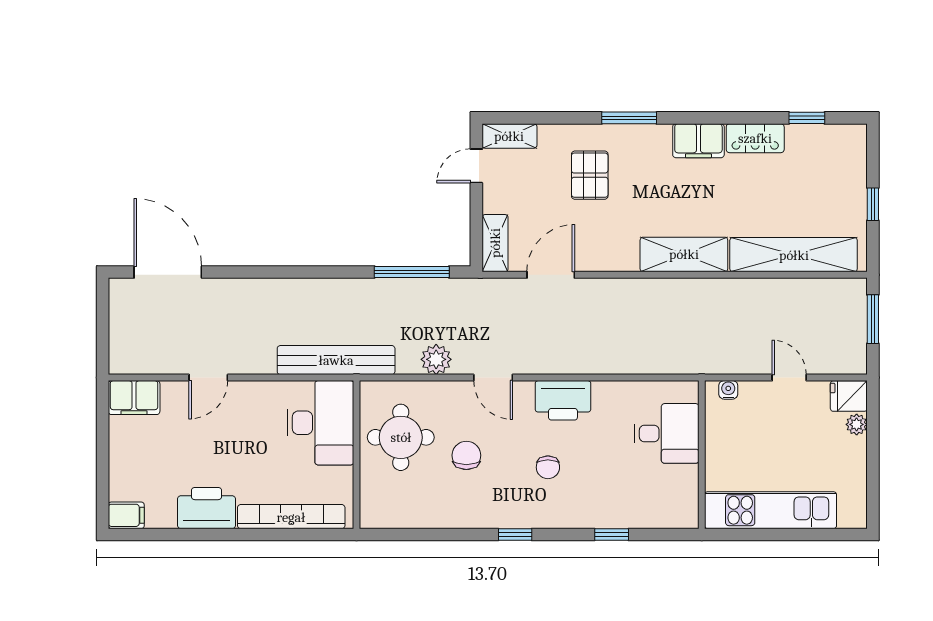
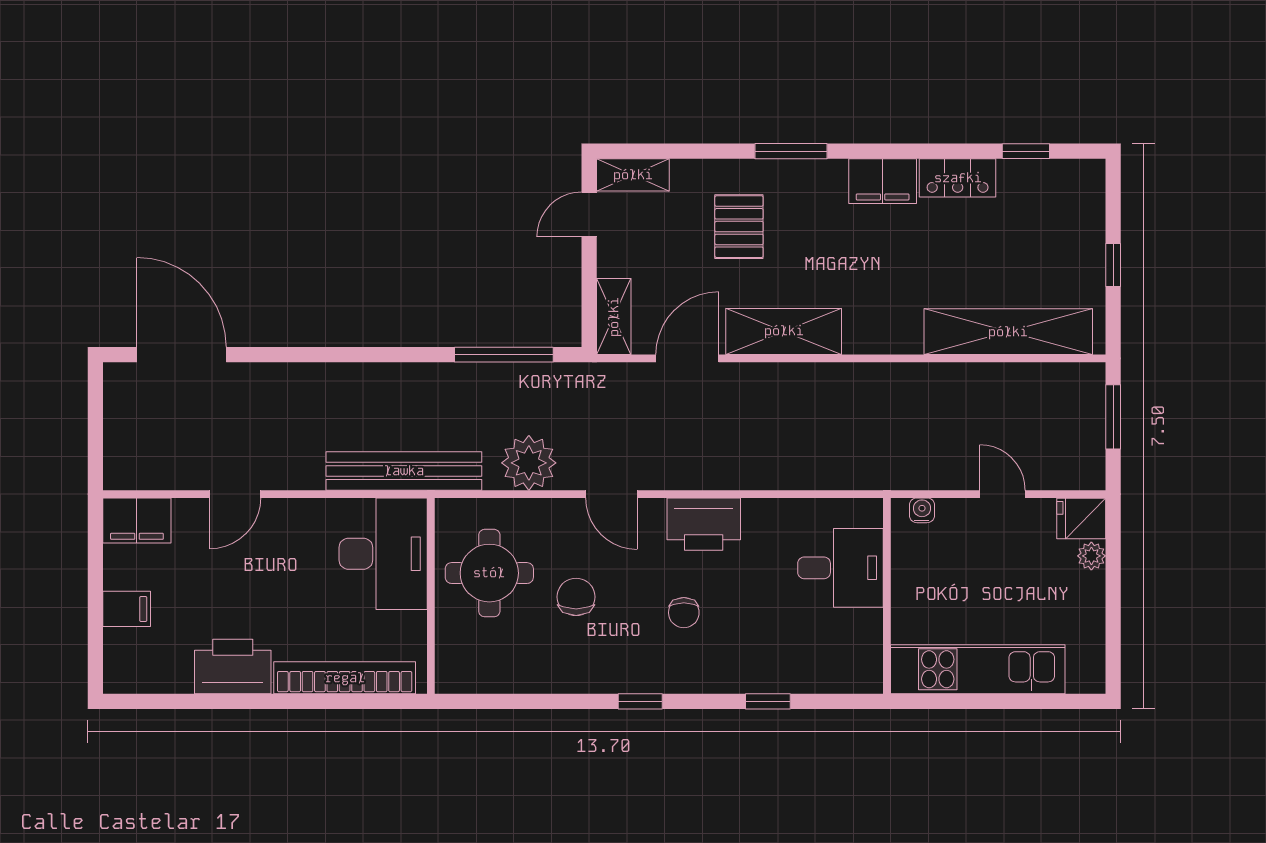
shelving: (684, 254) -> (784, 331), moved
plant: (436, 359) -> (529, 463), width x1.36, depth x1.36
filing cabinet: (126, 515) -> (127, 609), moved

